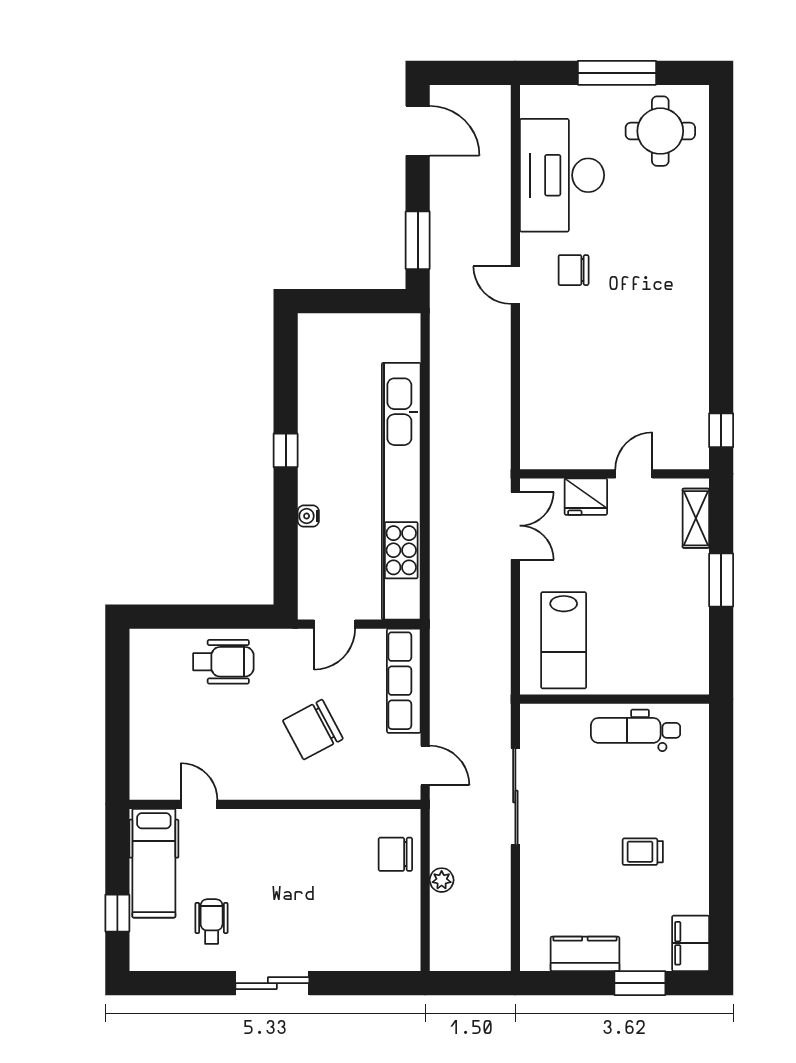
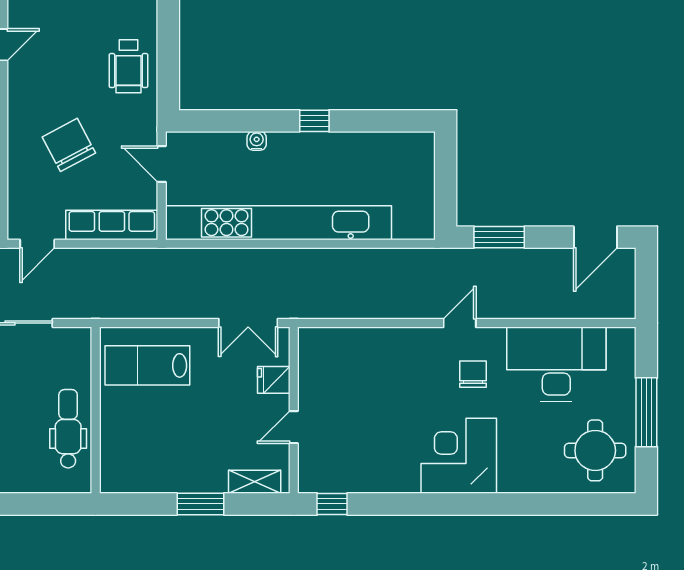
corner desk: (666, 286) -> (459, 456), added
door: (634, 474) -> (294, 427), swing flipped
fridge: (586, 497) -> (274, 380), width x0.72

